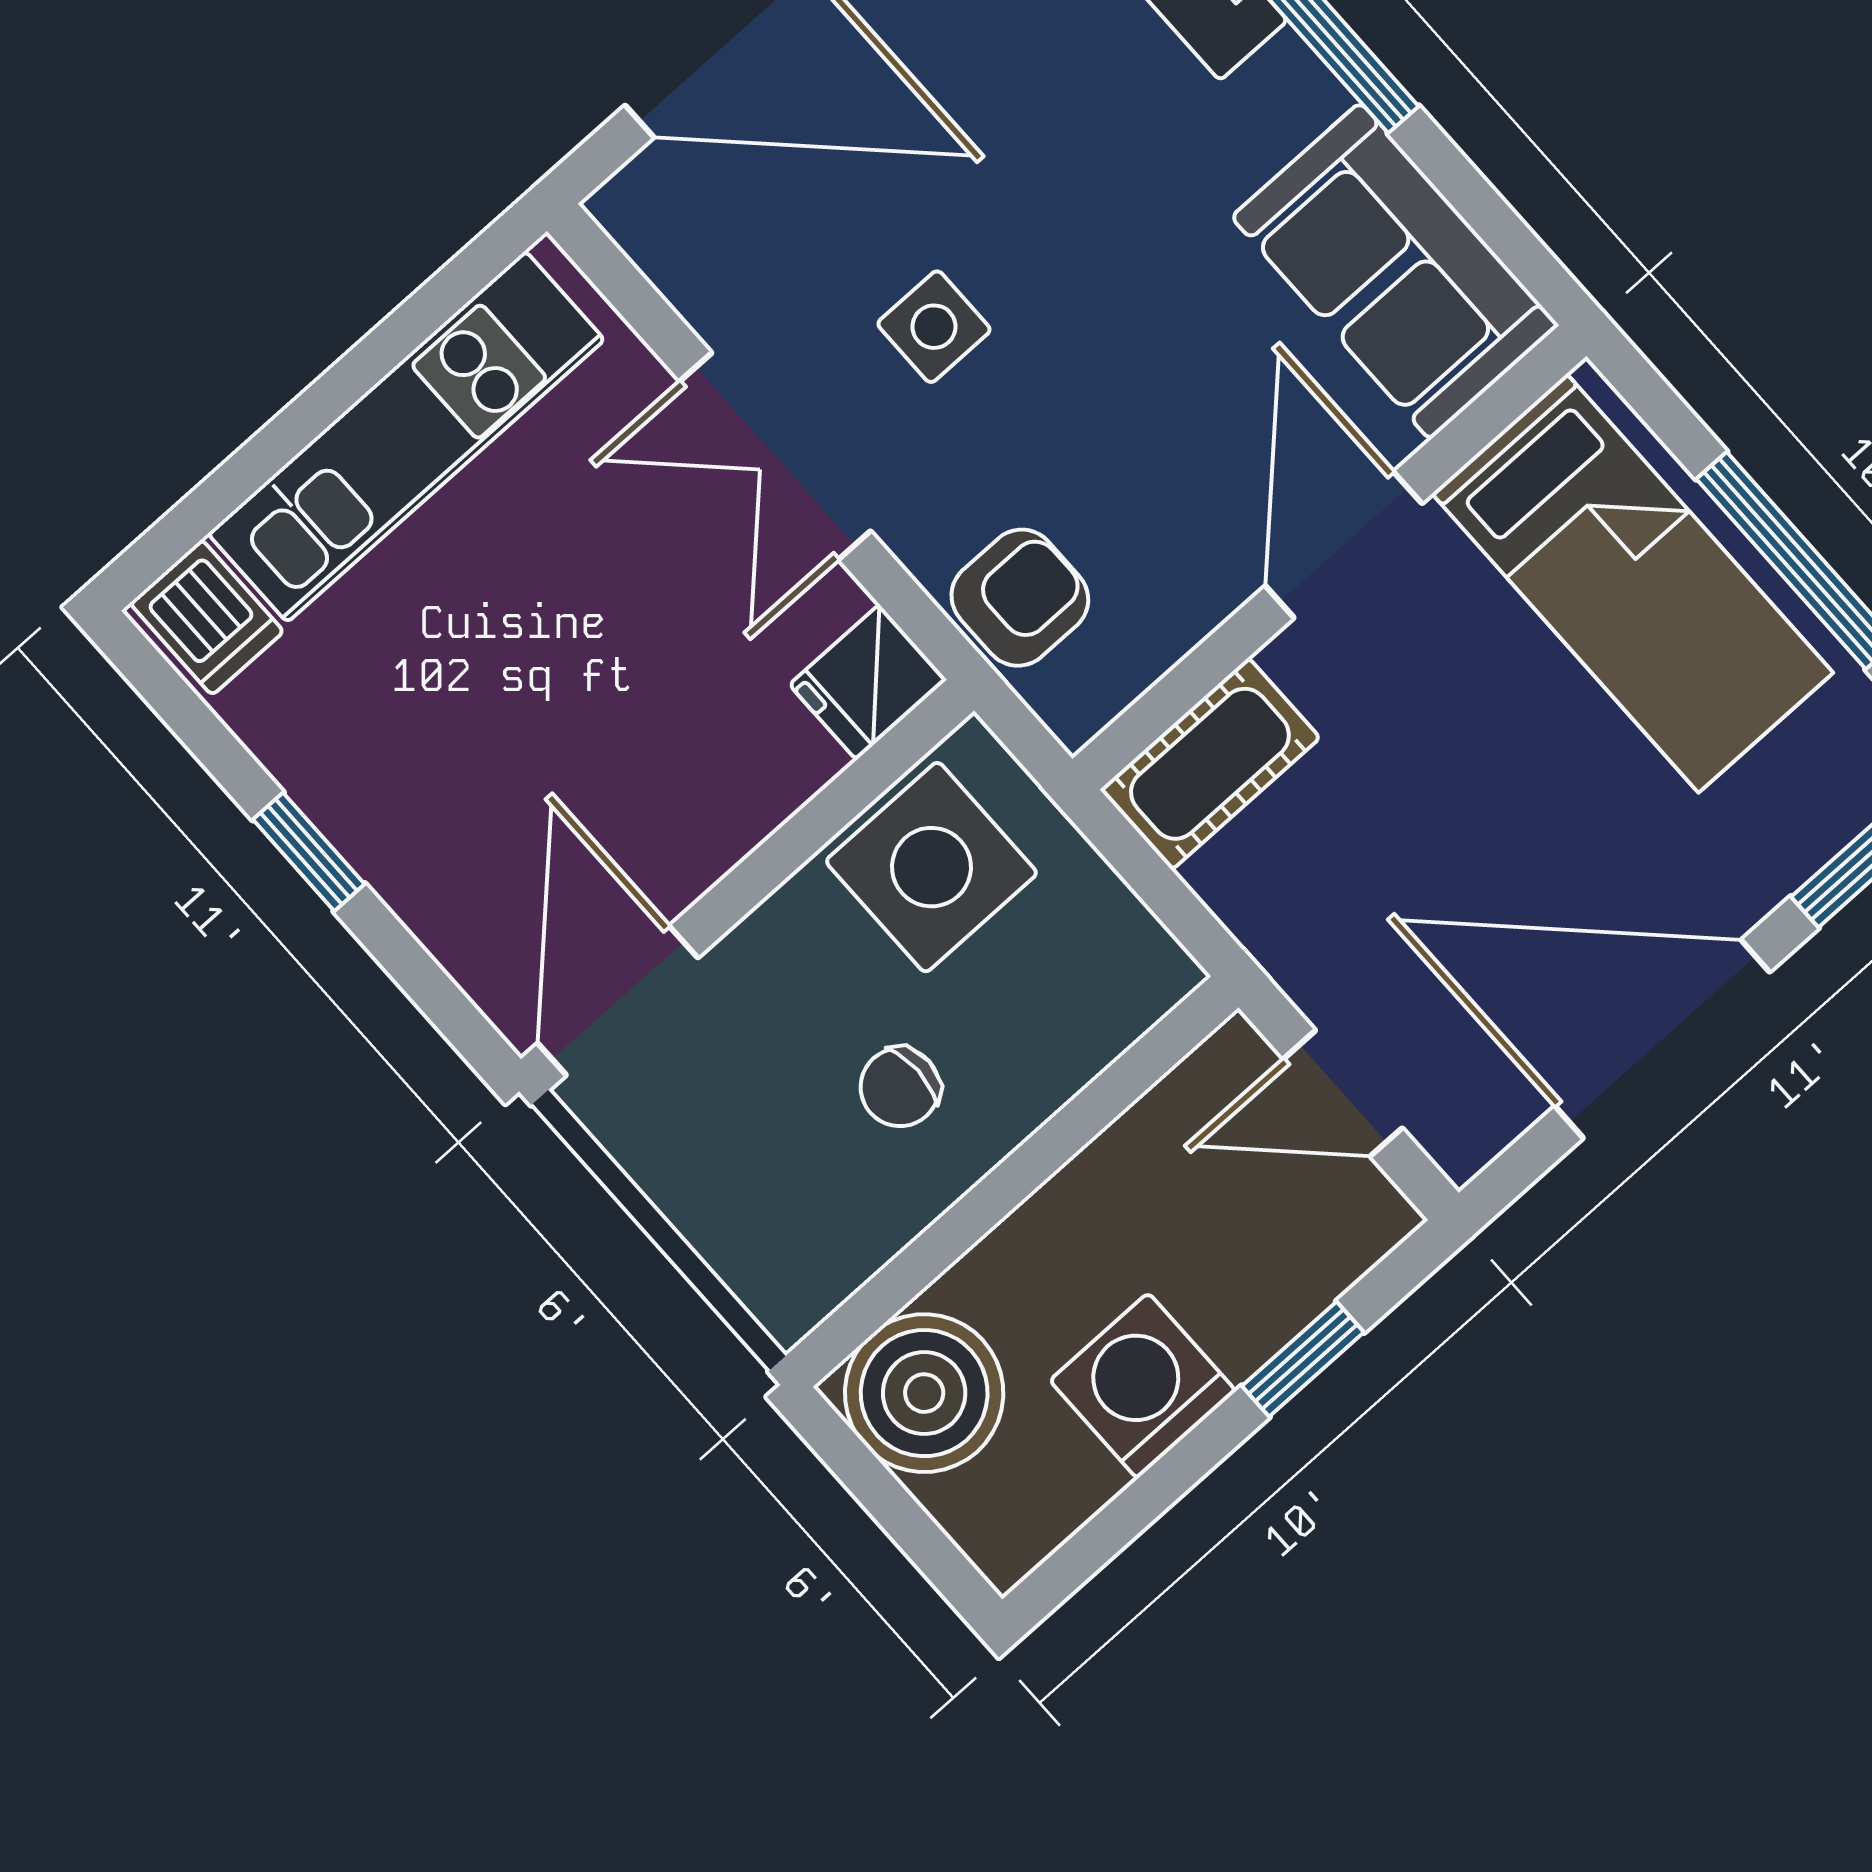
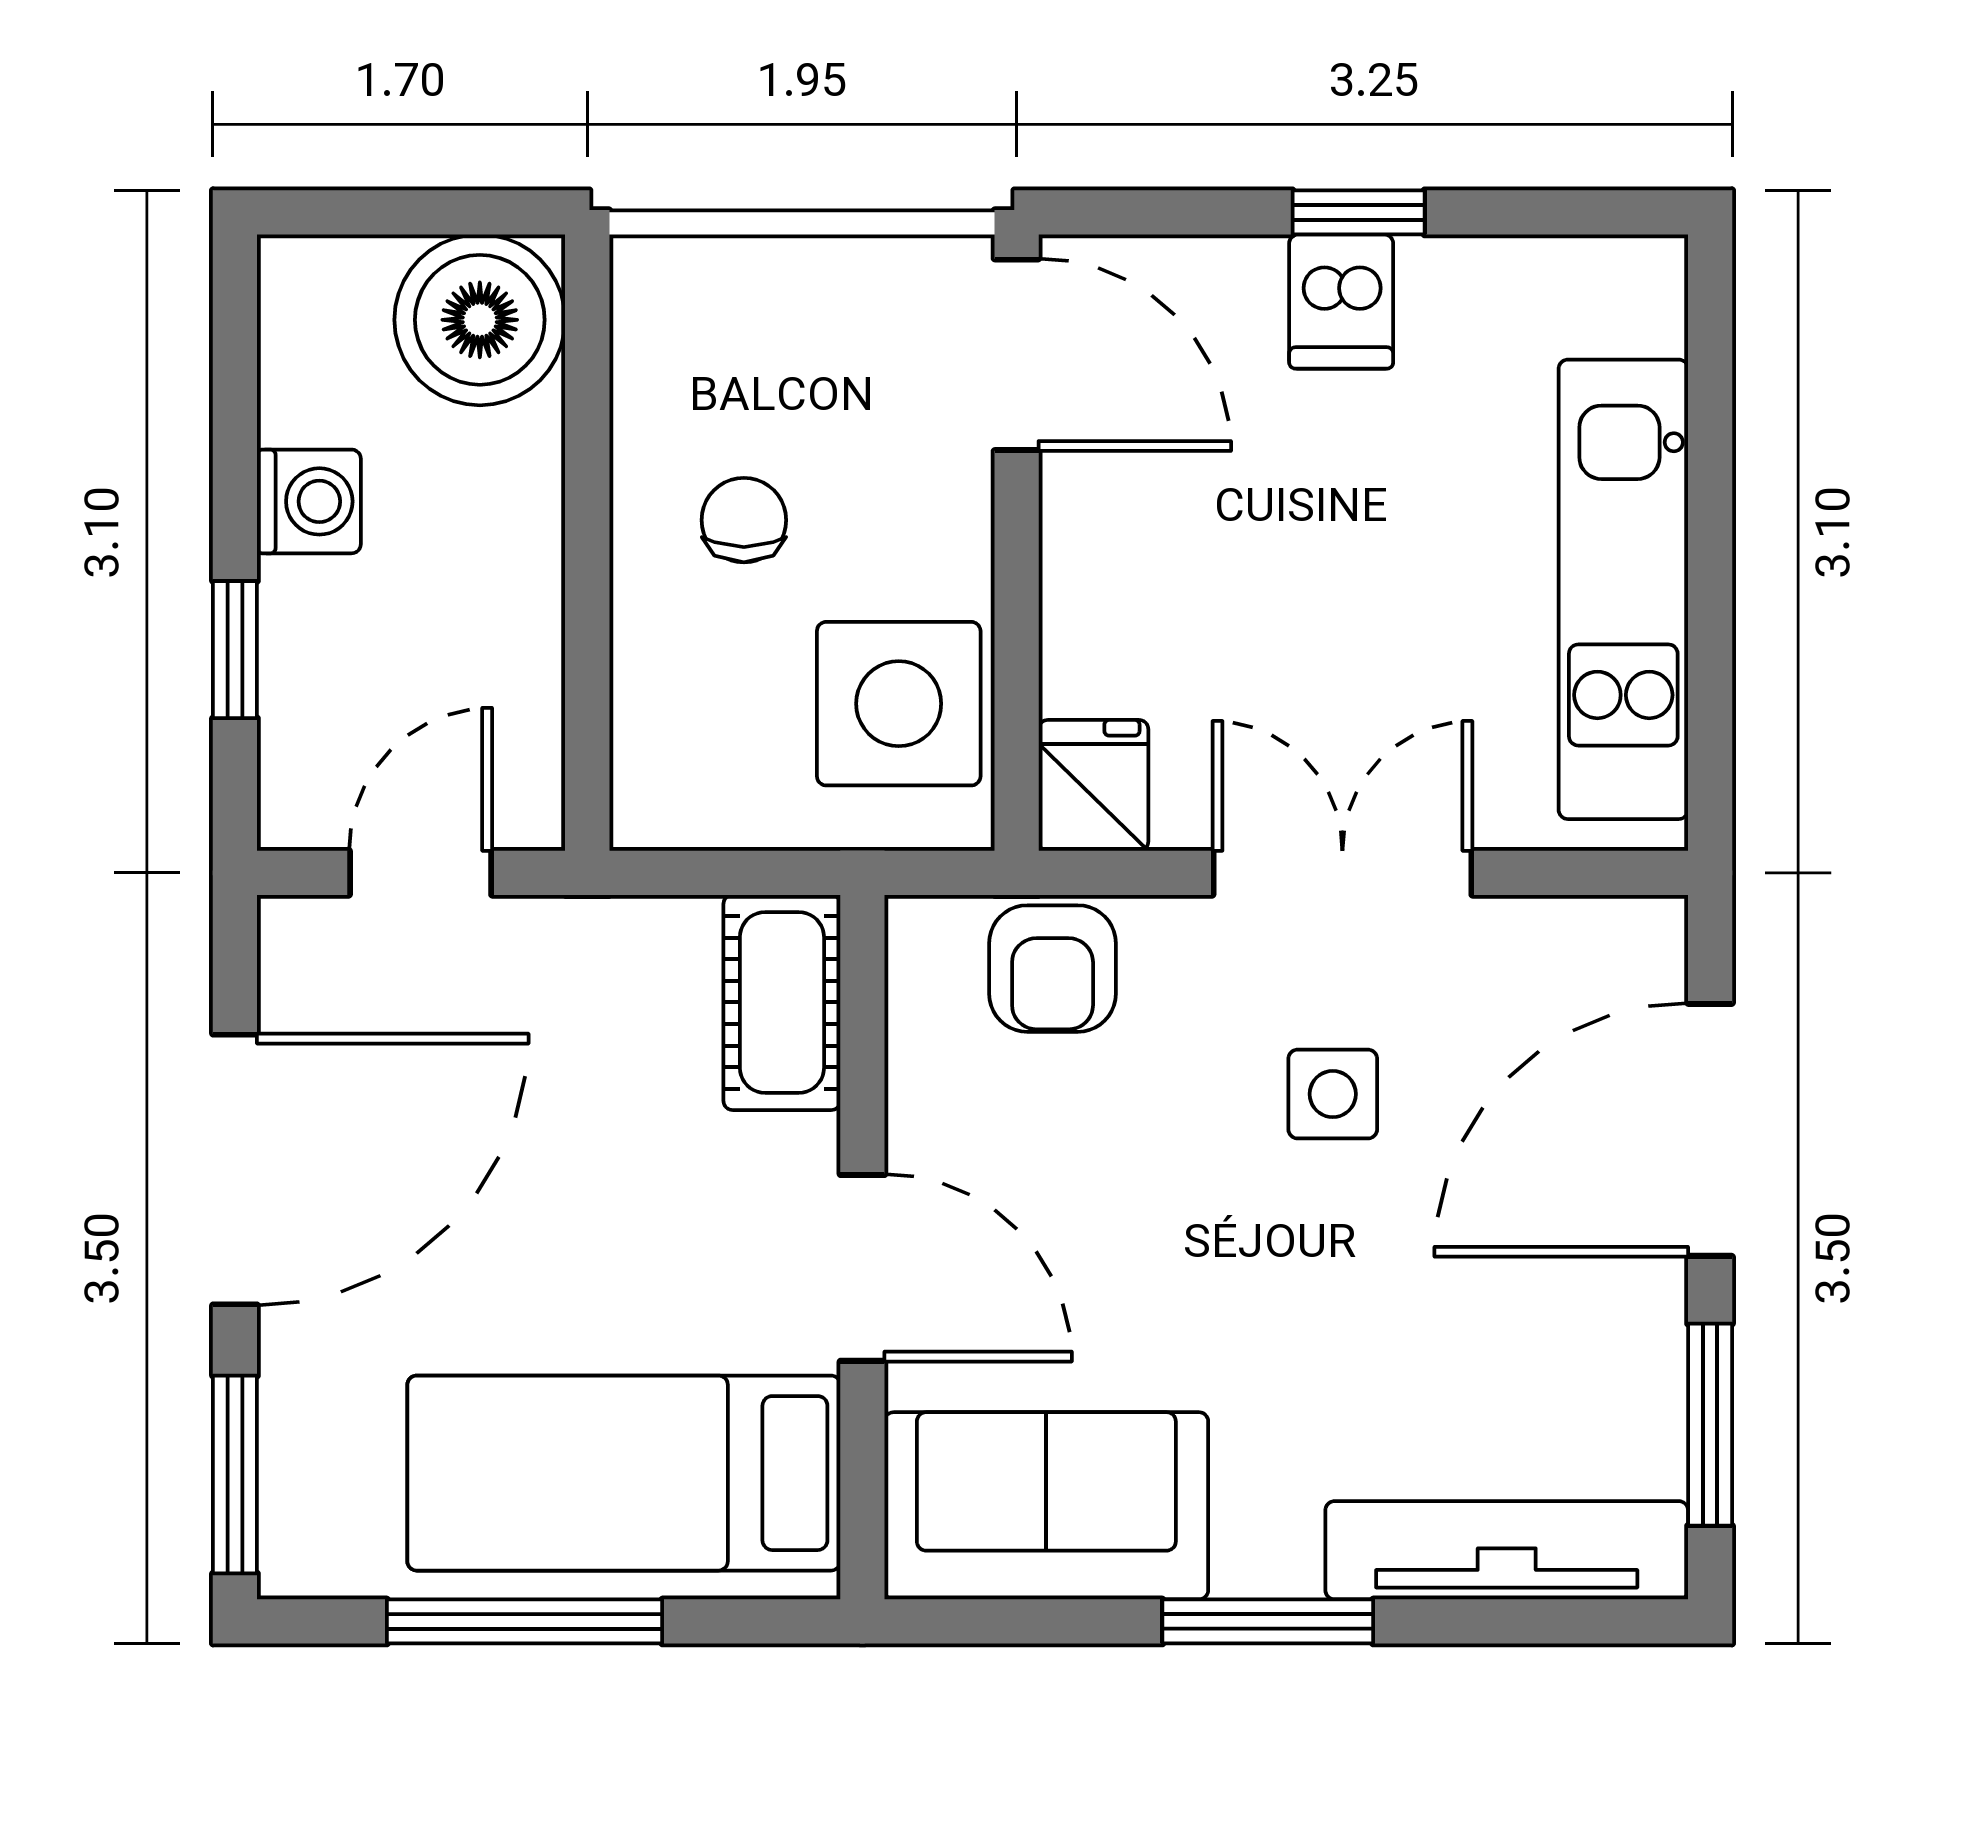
dishwasher: (207, 617) -> (1341, 302), moved, turned -90
washing machine: (1143, 1386) -> (309, 501), width x0.73, depth x0.73

